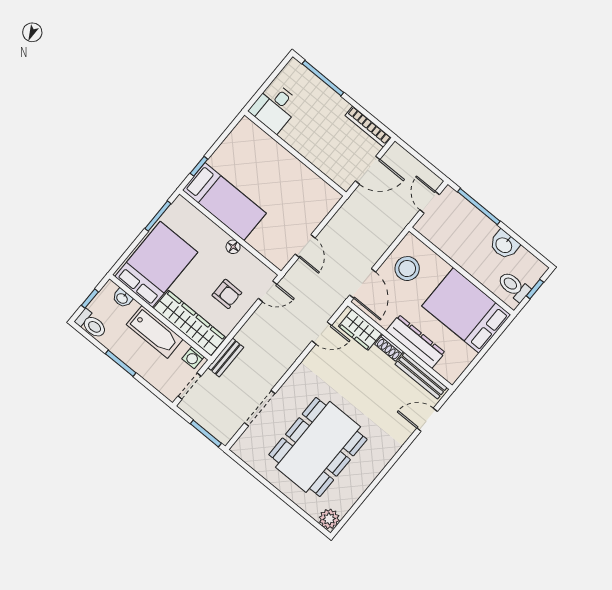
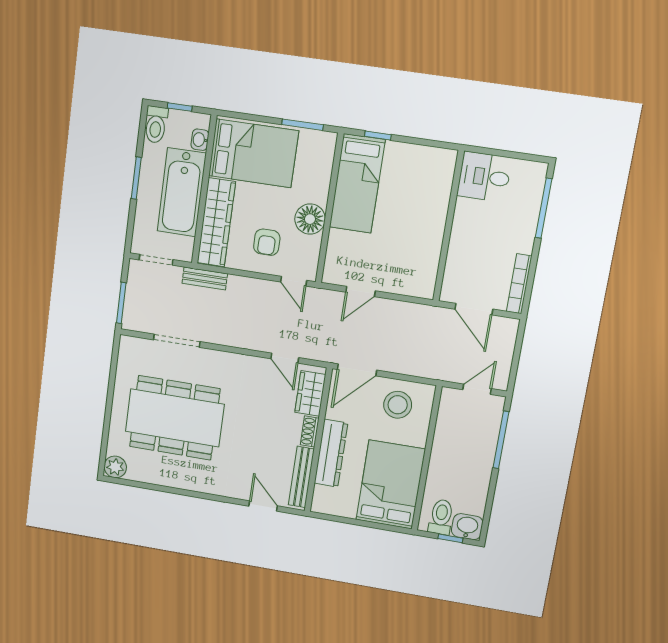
washbasin: (504, 245) -> (467, 527), moved, turned 90
floor lamp: (233, 247) -> (310, 219), width x1.89, depth x1.89
bathtub: (155, 332) -> (182, 192), width x1.36, depth x1.36
washing machine: (193, 358) -> (185, 246), removed

